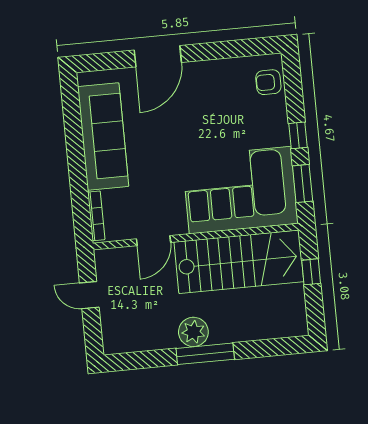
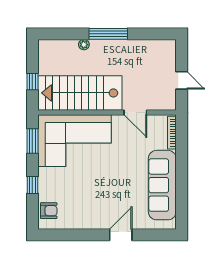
door: (158, 56) -> (121, 235), width x0.73
window: (298, 135) -> (32, 185), moved
door: (154, 241) -> (135, 113), swing flipped
plant: (193, 332) -> (84, 45), moved, width x0.53, depth x0.53

